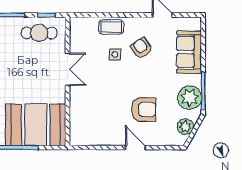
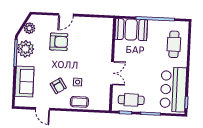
double door: (68, 69) -> (112, 73), swing flipped
armchair: (144, 109) -> (59, 42), turned 180
booth: (36, 125) -> (131, 30), width x0.73, depth x0.70
door: (136, 148) -> (66, 15), hinge flipped

